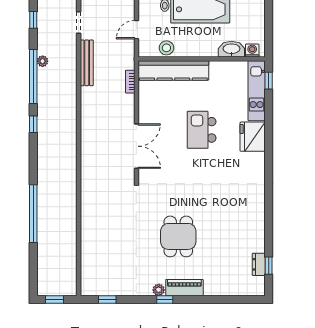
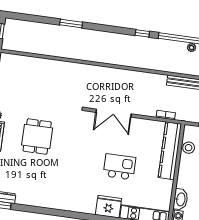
window: (33, 214) -> (71, 24), width x0.47
dining table: (178, 236) -> (37, 137), turned 90

